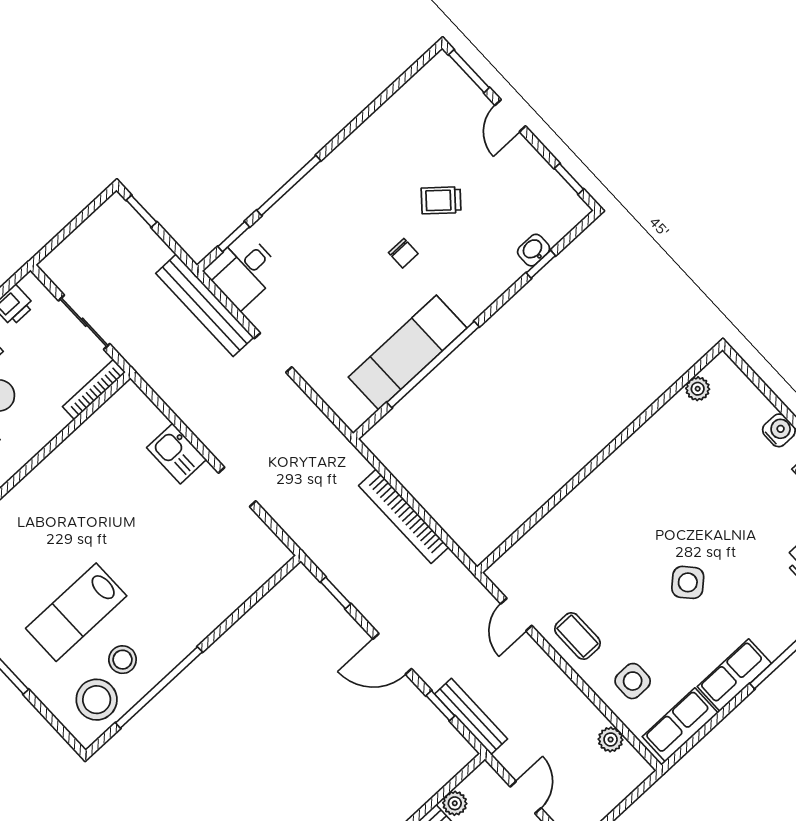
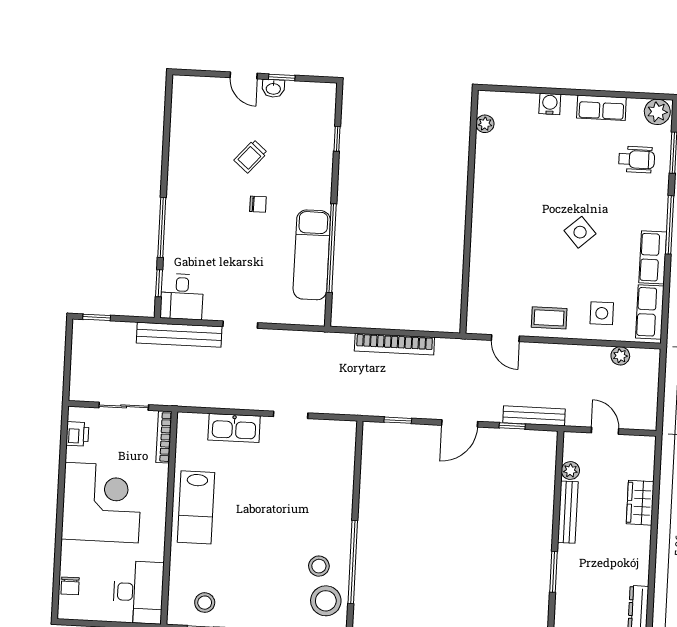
window: (469, 71) -> (199, 73), removed
window: (569, 179) -> (282, 77), moved
washbasin: (534, 250) -> (273, 88), moved, turned -90
kitchen sink: (177, 454) -> (234, 428), width x1.38
lab bench: (76, 612) -> (196, 507), moved

